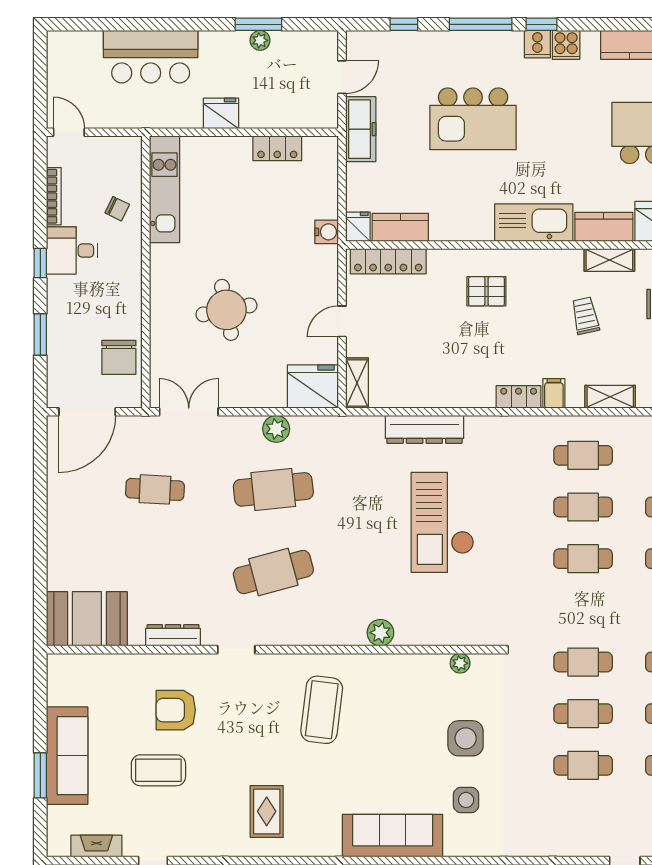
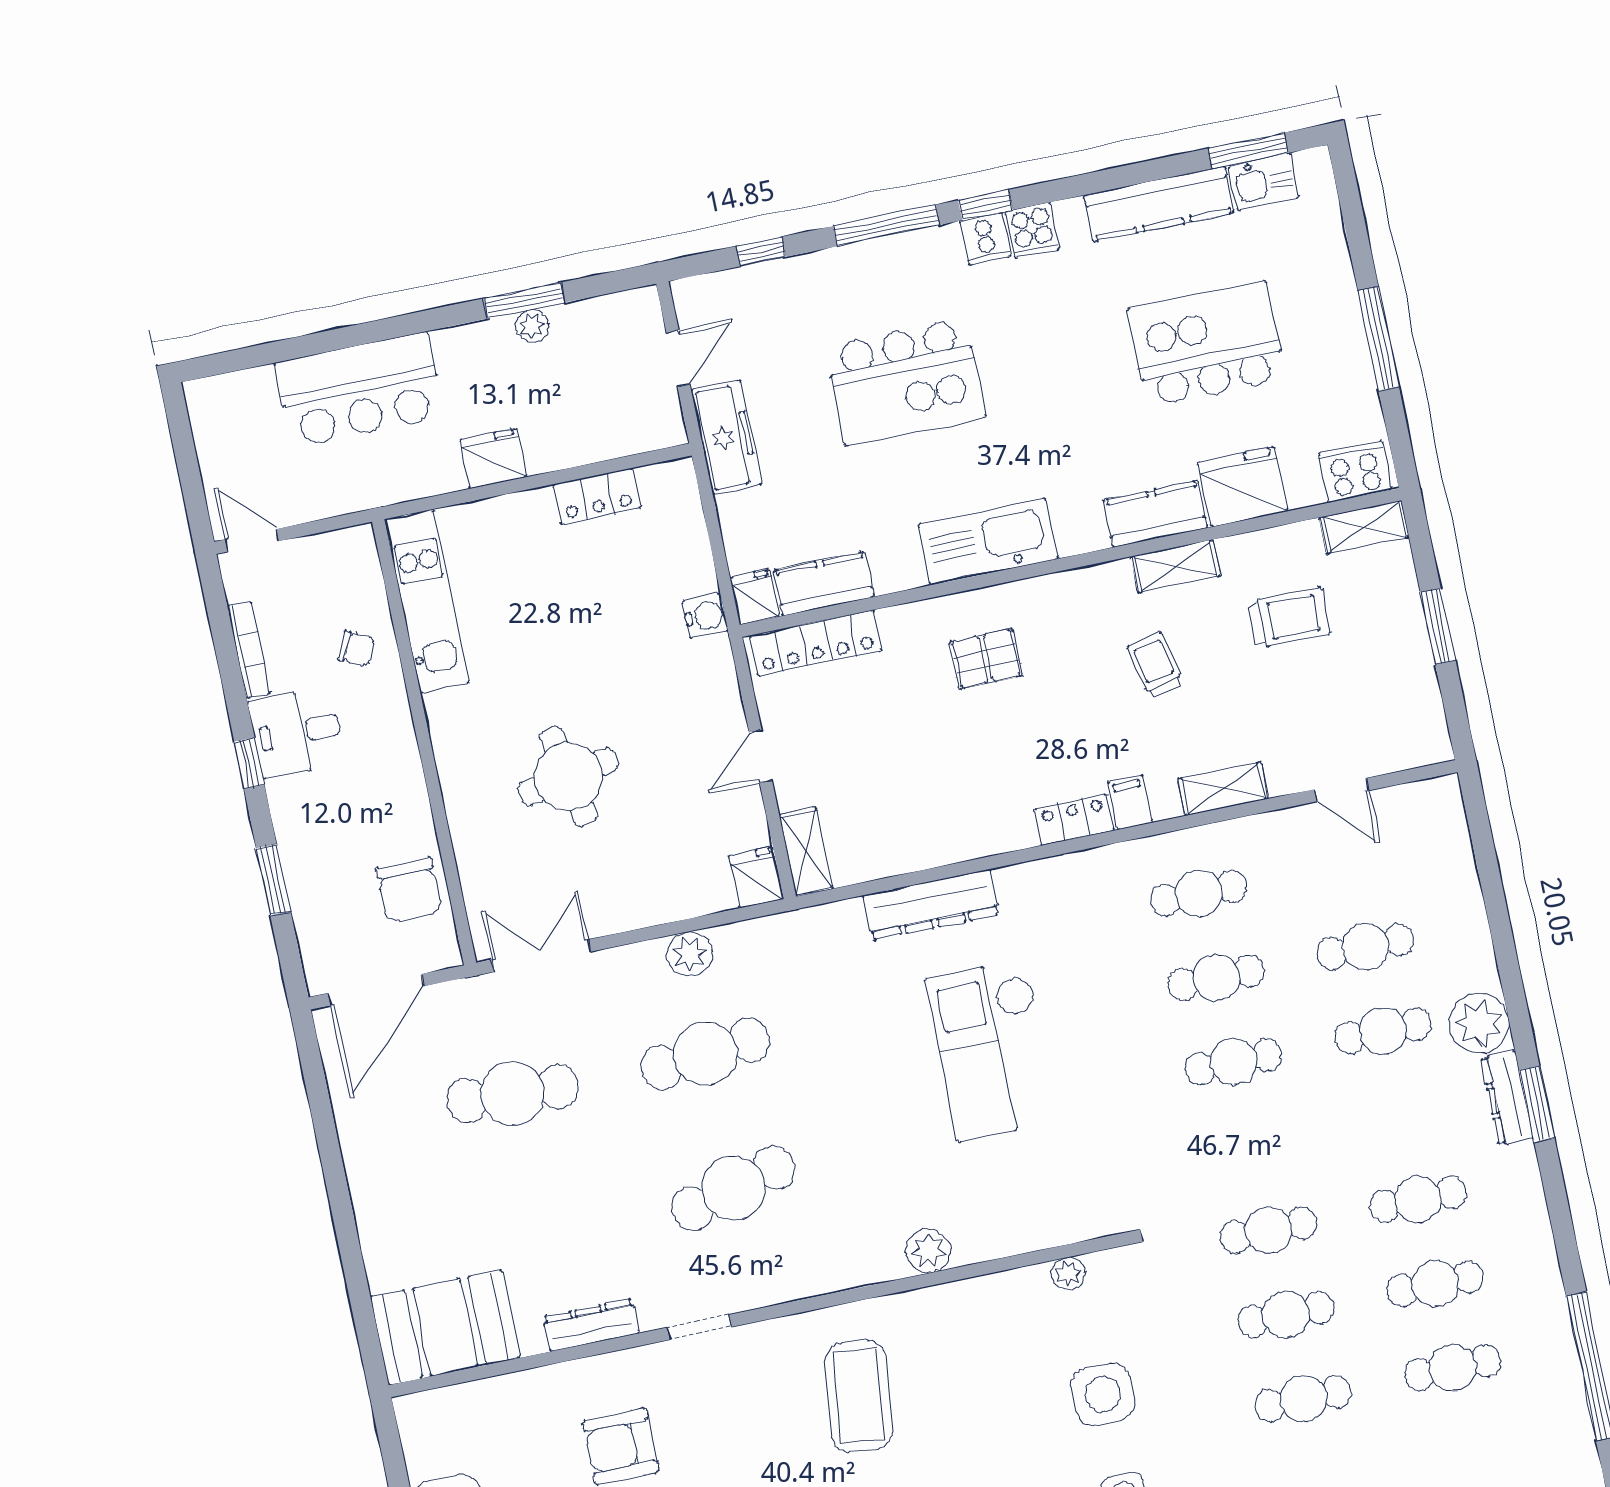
kitchen sink: (534, 223) -> (988, 542), moved
fridge: (313, 387) -> (756, 877), width x0.53, depth x0.75
cafe table: (155, 489) -> (512, 1093), width x1.37, depth x1.35

